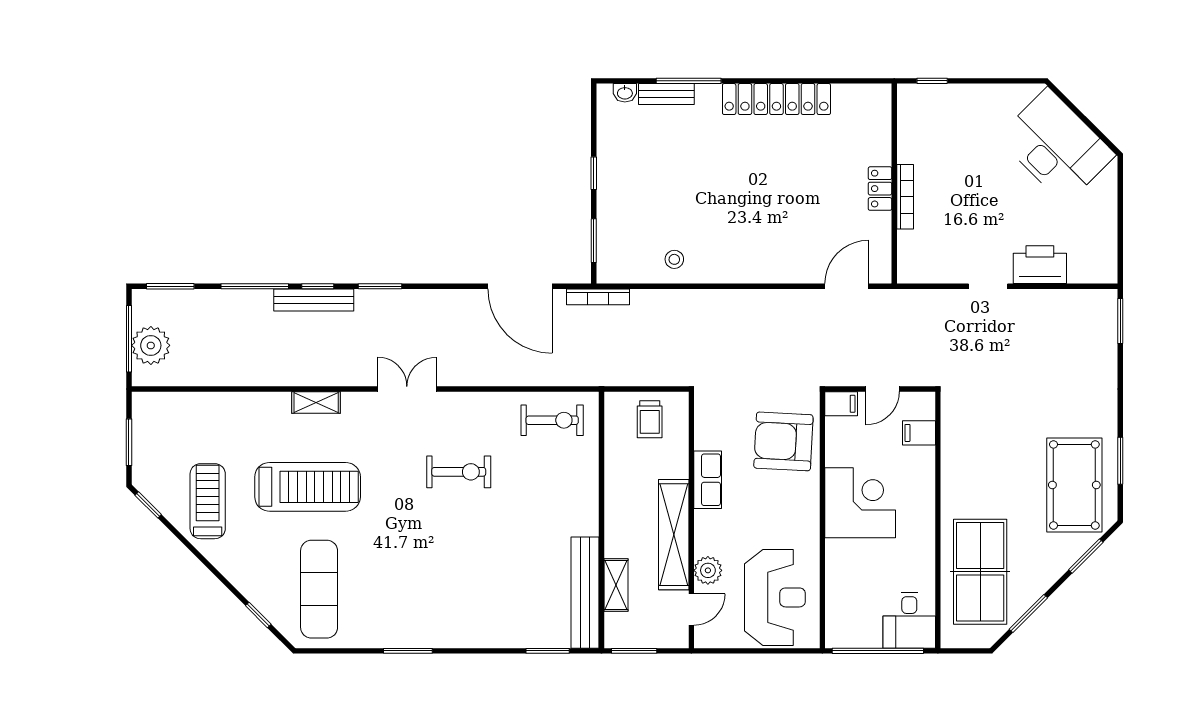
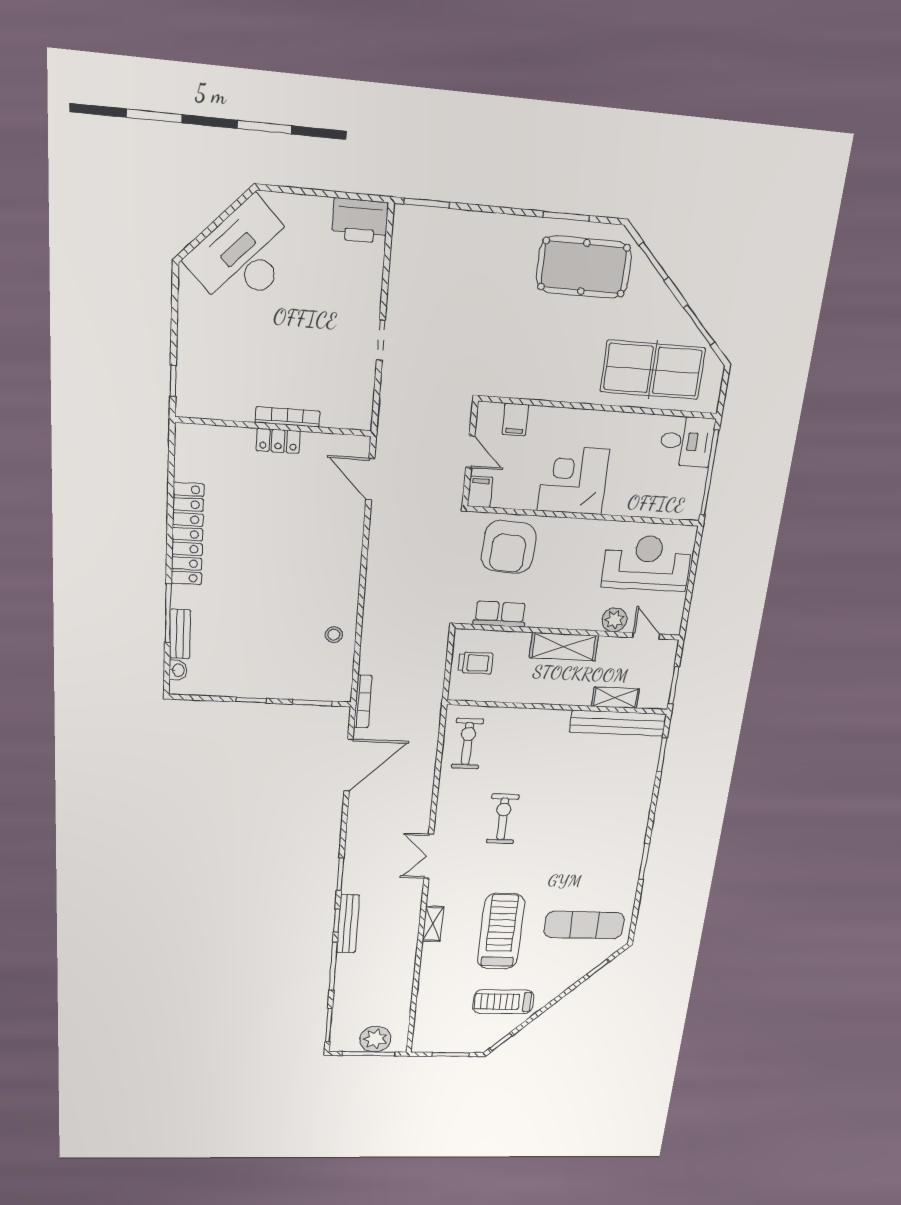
printer: (1040, 265) -> (360, 221), moved, turned -90
row of seats: (708, 480) -> (500, 614), moved
shelving: (674, 535) -> (564, 647), width x0.68

